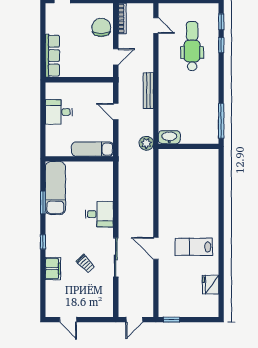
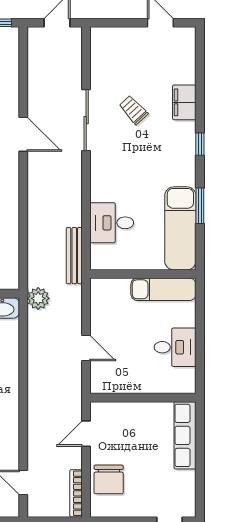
bench: (148, 91) -> (74, 256), moved
exam couch: (92, 149) -> (163, 289), moved
desk: (99, 214) -> (112, 223), moved

